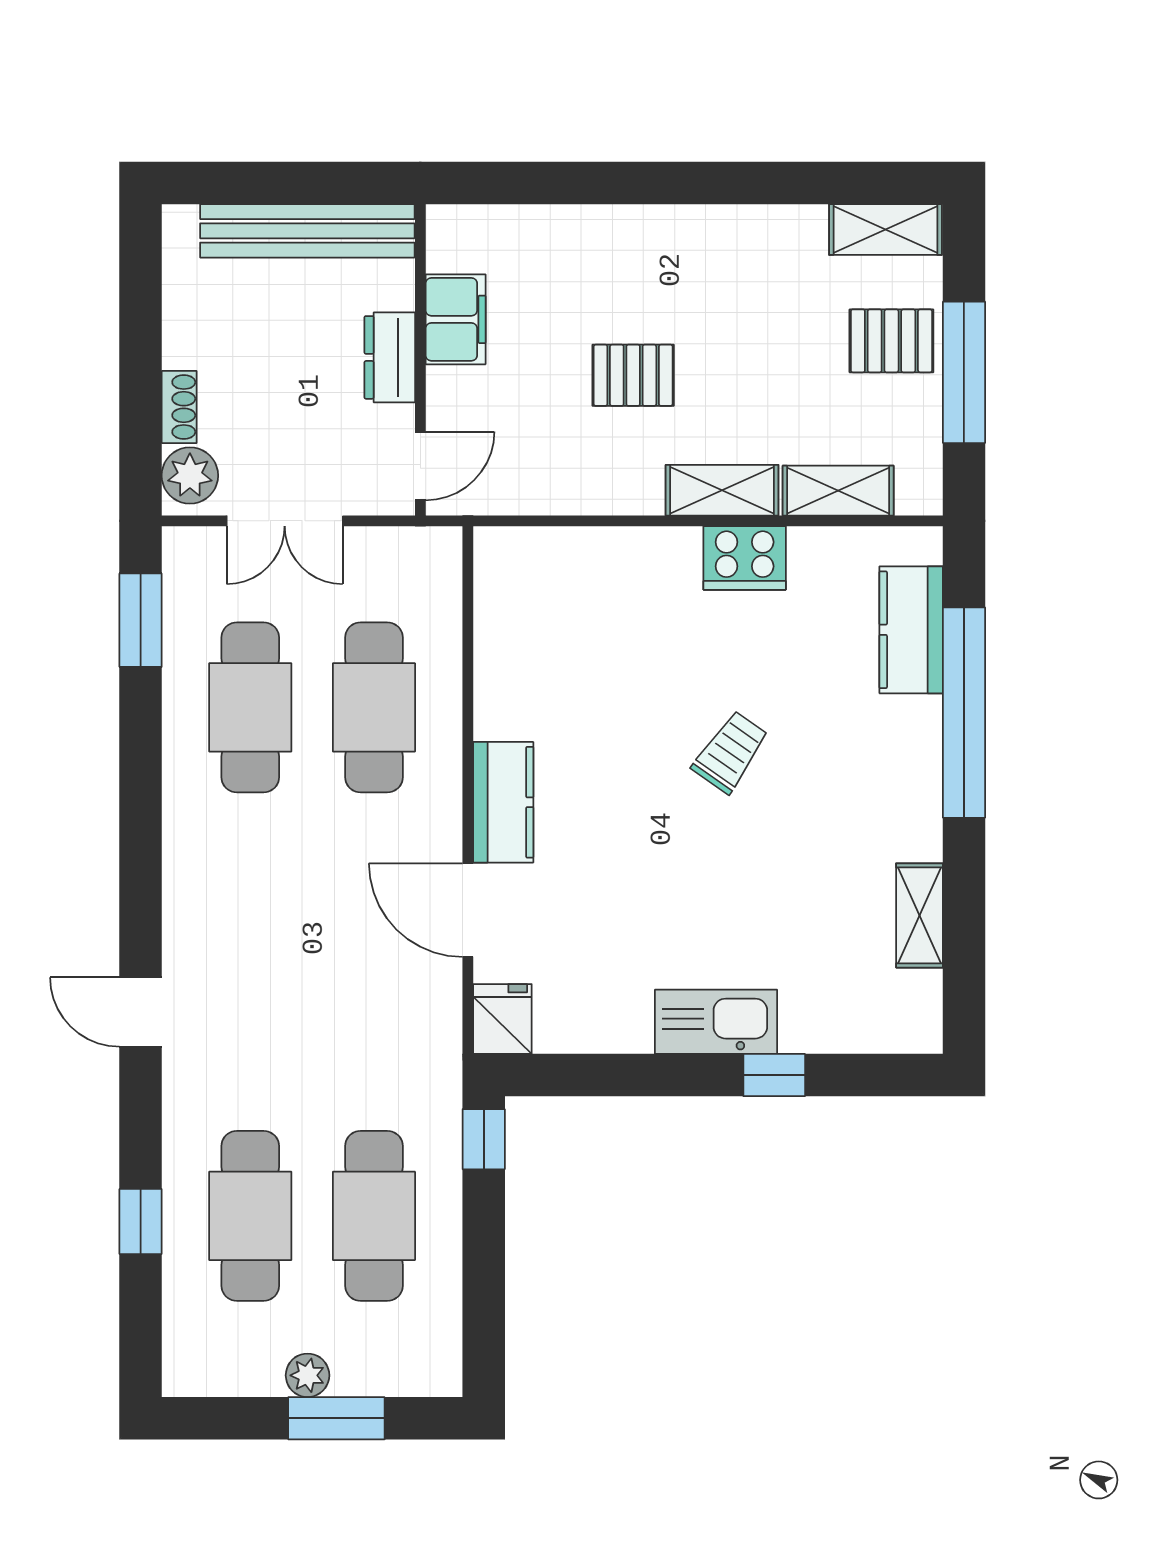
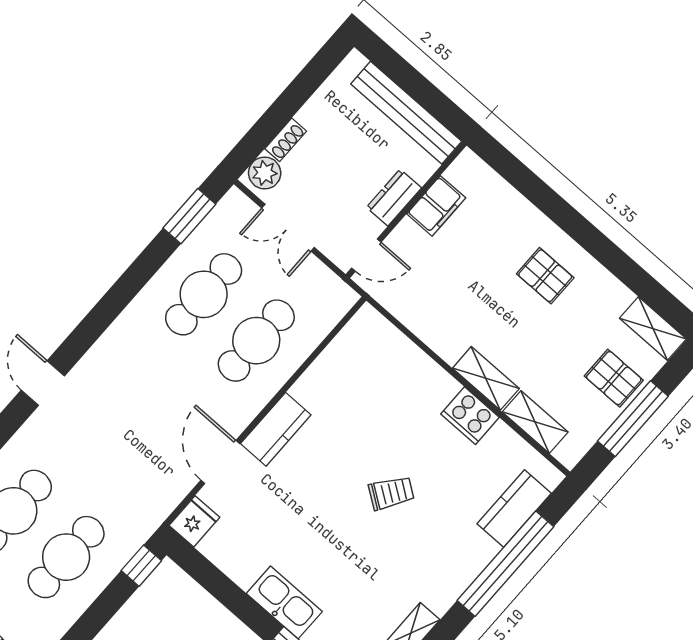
pallet: (633, 375) -> (545, 276), moved

